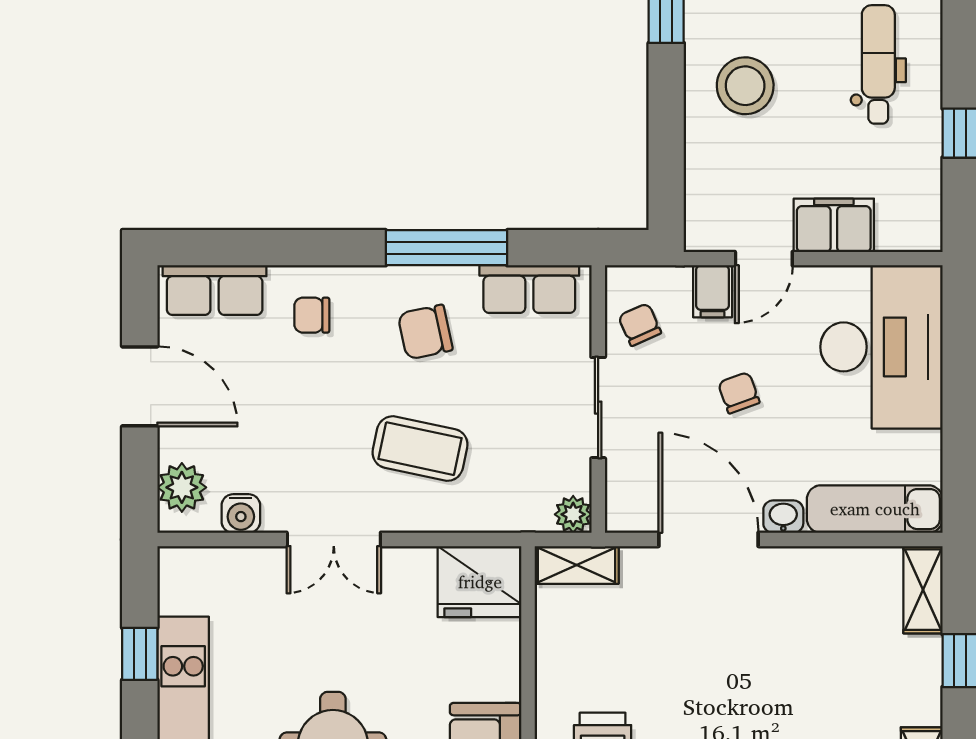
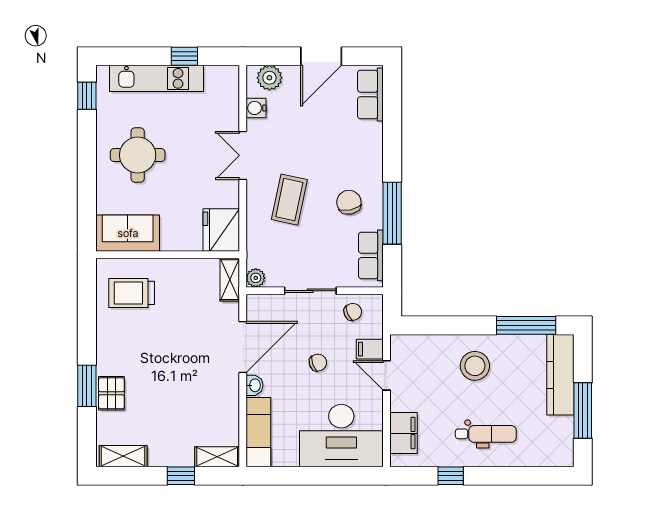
filing cabinet: (834, 225) -> (403, 433), moved
chair: (312, 315) -> (358, 144), removed

